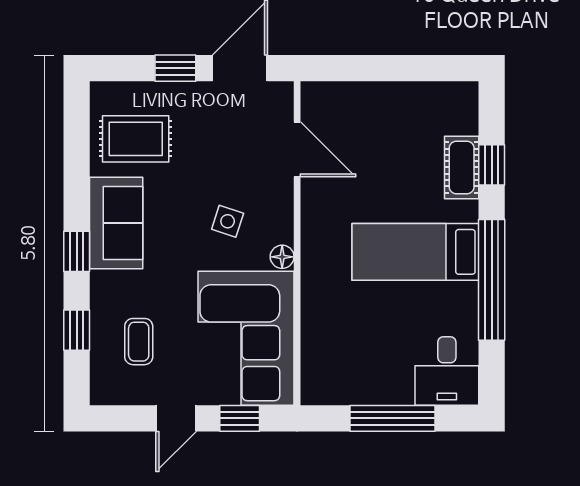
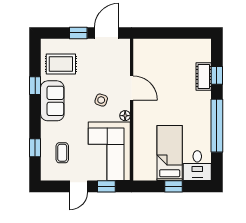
door: (297, 149) -> (132, 88), moved
window: (77, 251) -> (35, 86), moved
bed: (415, 252) -> (170, 153), moved, turned 90
window: (393, 418) -> (173, 186), width x0.46

